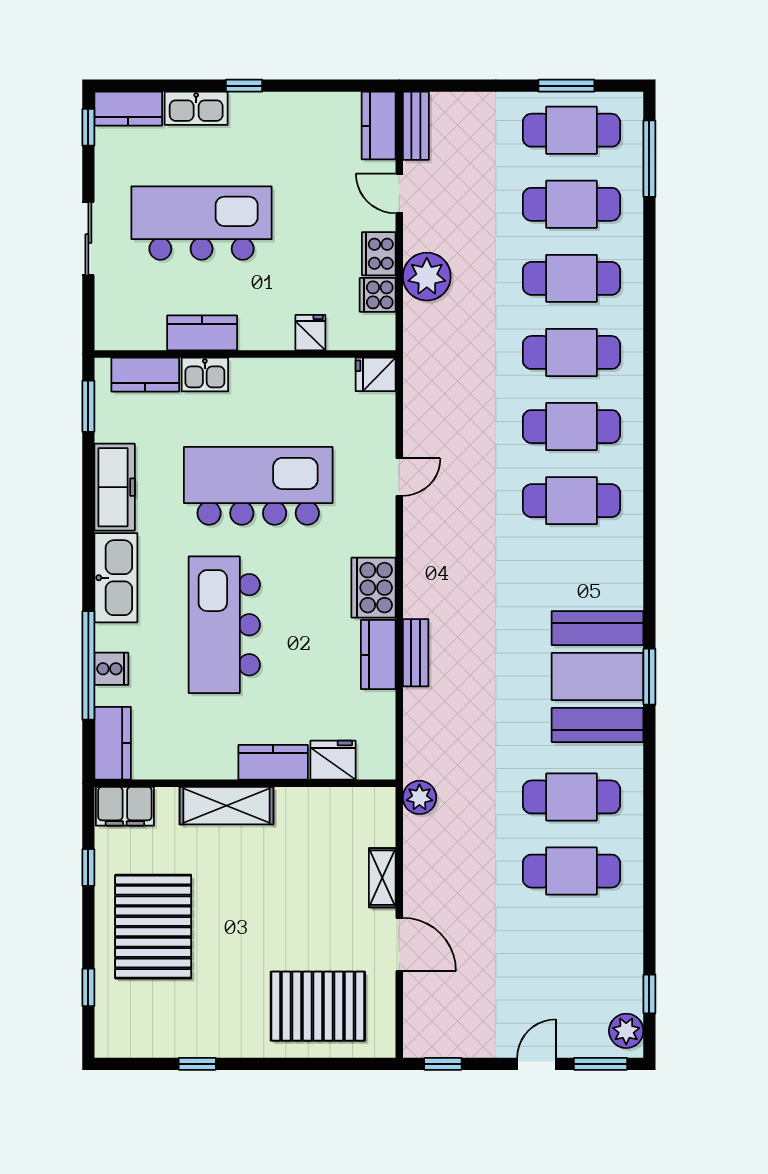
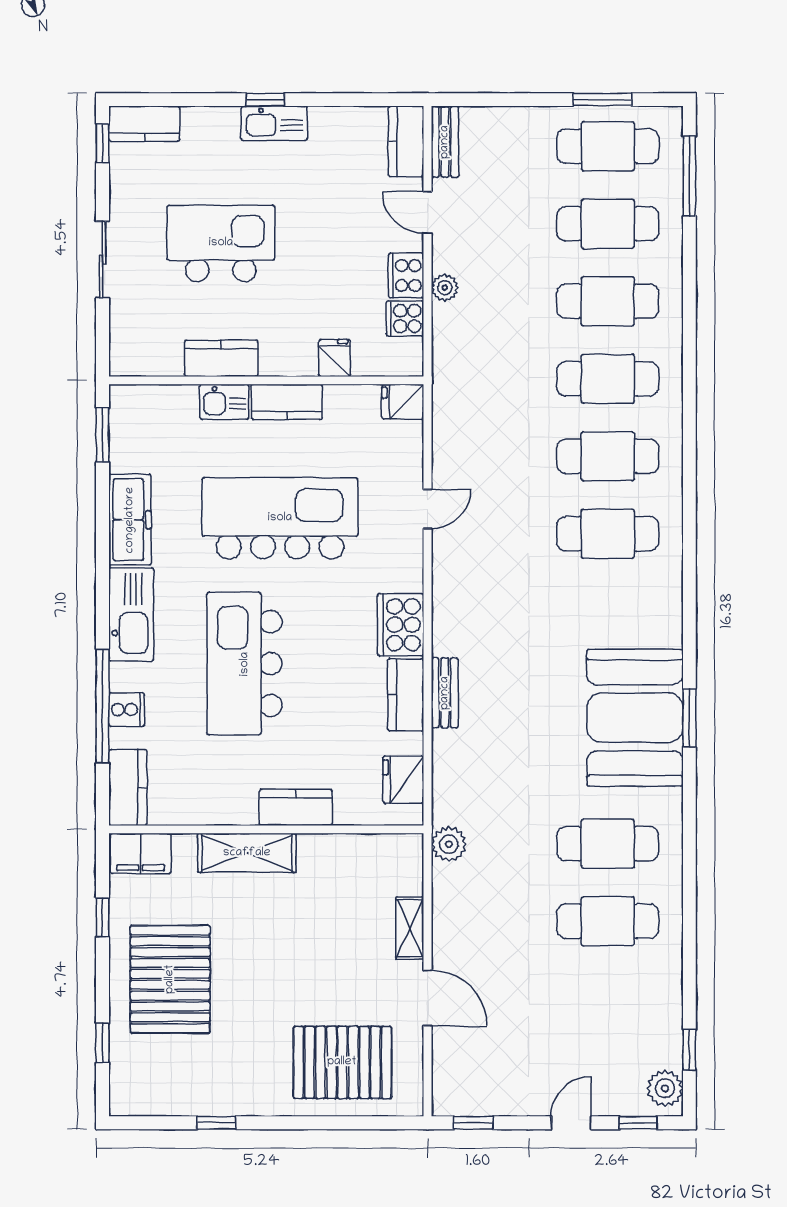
kitchen sink: (196, 108) -> (274, 123), moved
kitchen island: (202, 223) -> (221, 243), width x0.73
plant: (427, 277) -> (445, 288), width x0.53, depth x0.53
kitchen counter: (145, 375) -> (287, 402), moved
fridge: (333, 760) -> (403, 780), moved, turned -90
window: (600, 1064) -> (638, 1123), width x0.67

